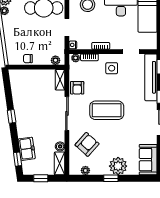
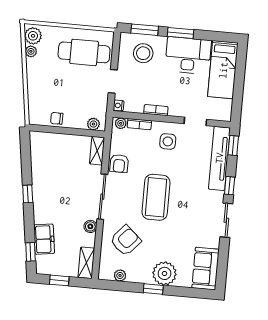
coffee table: (107, 110) -> (156, 197), turned 90
boiler: (60, 146) -> (90, 226), moved

